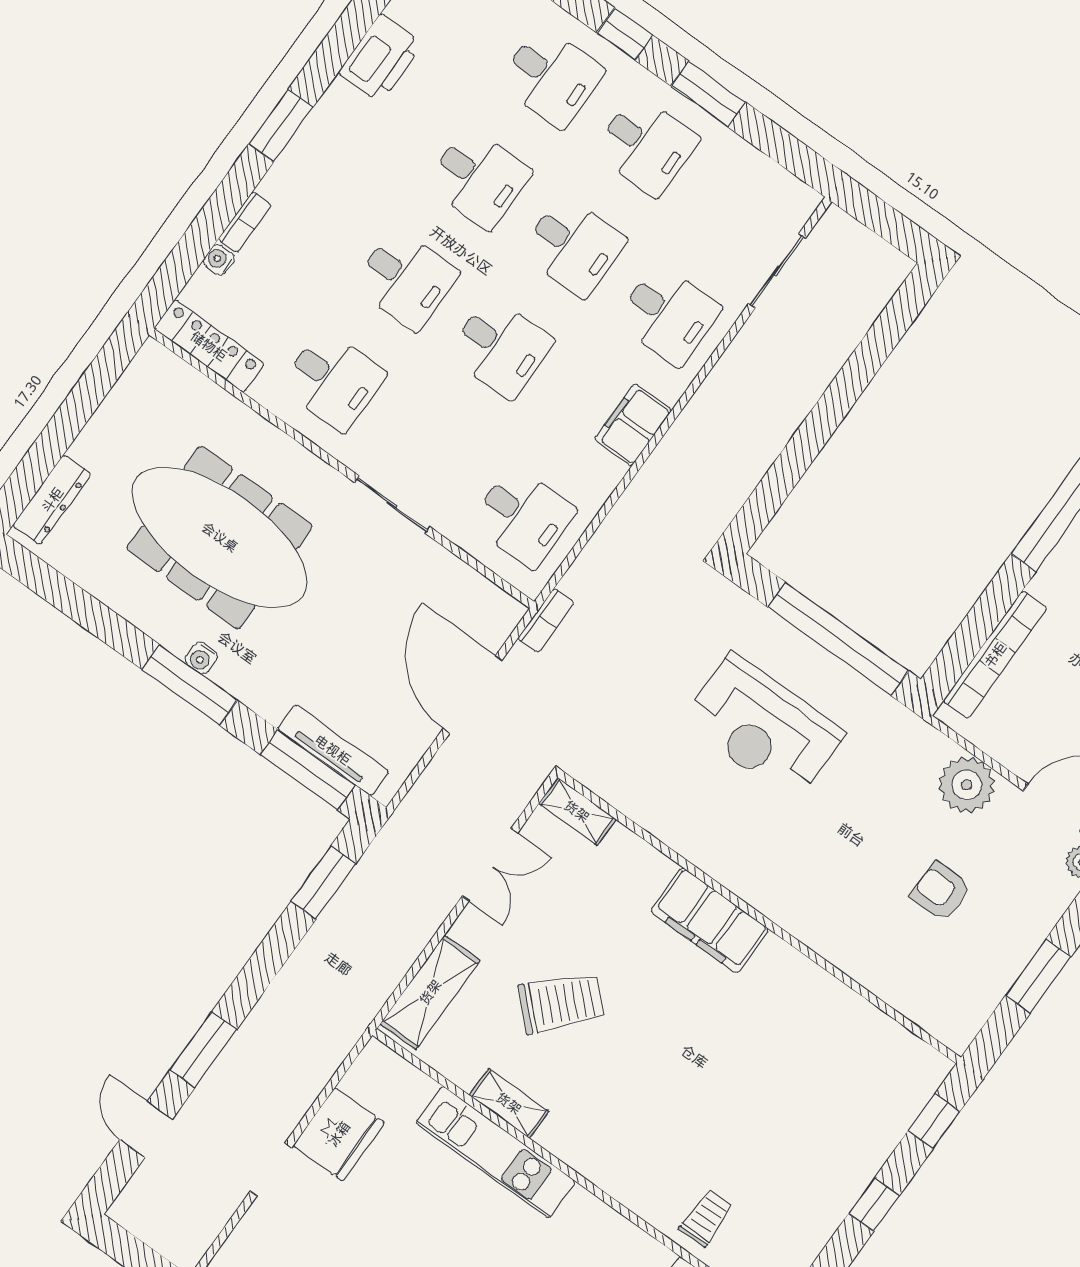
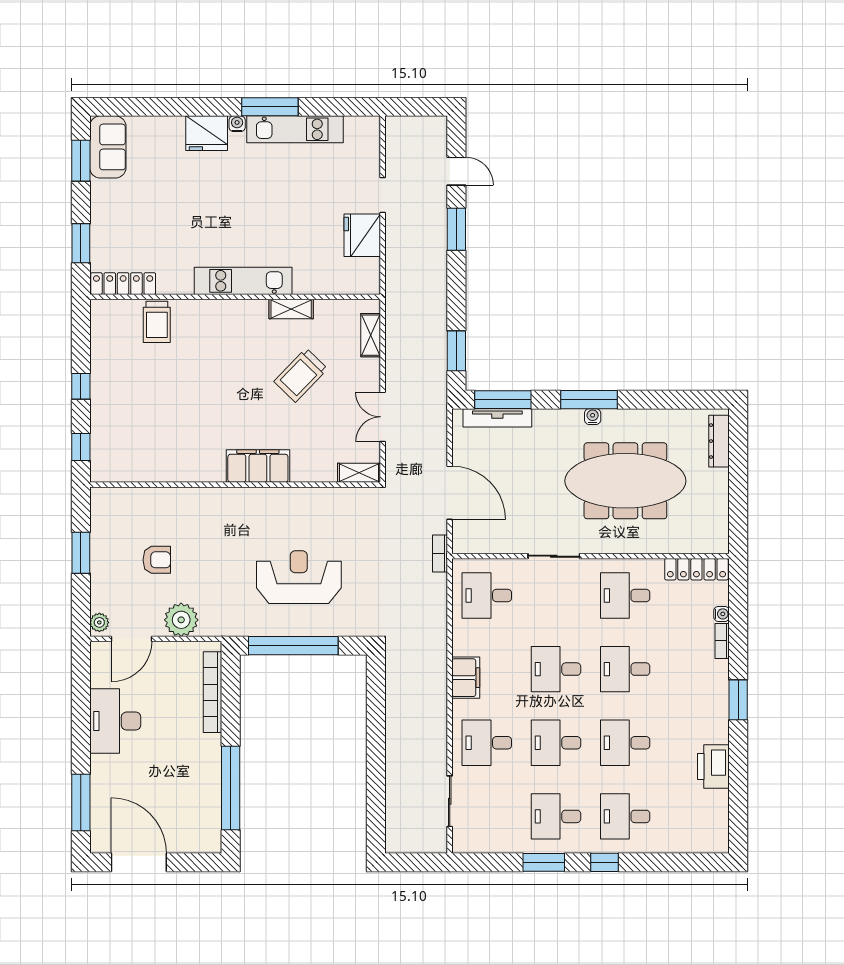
shelving: (430, 992) -> (371, 335), width x0.67, depth x0.75
kitchen unit: (496, 1152) -> (243, 281), moved
trolley: (706, 1218) -> (157, 322), width x1.36, depth x1.39

